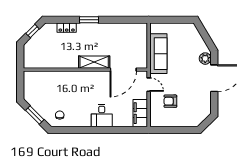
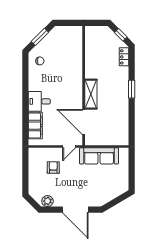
locker: (67, 28) -> (124, 57), moved
plant: (205, 59) -> (47, 201), moved
filing cabinet: (140, 113) -> (35, 126), moved, turned 90

